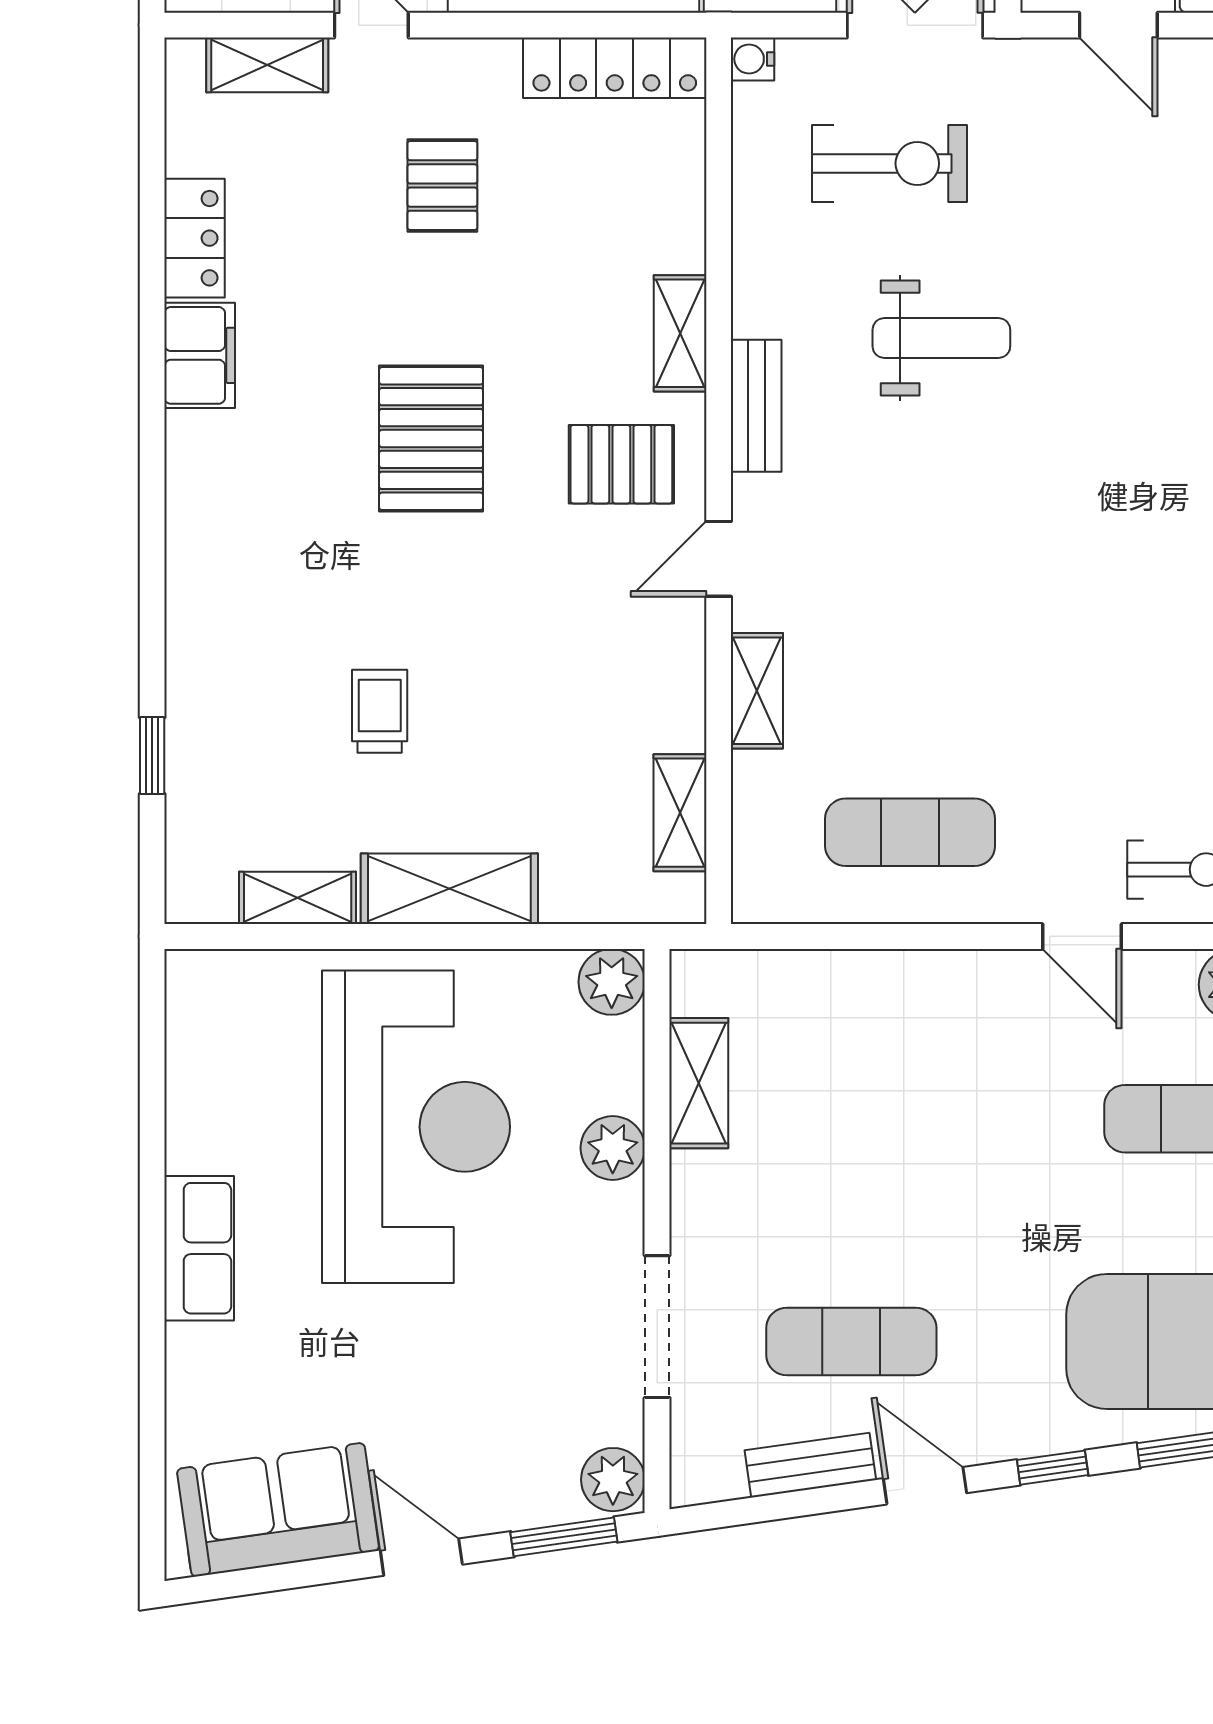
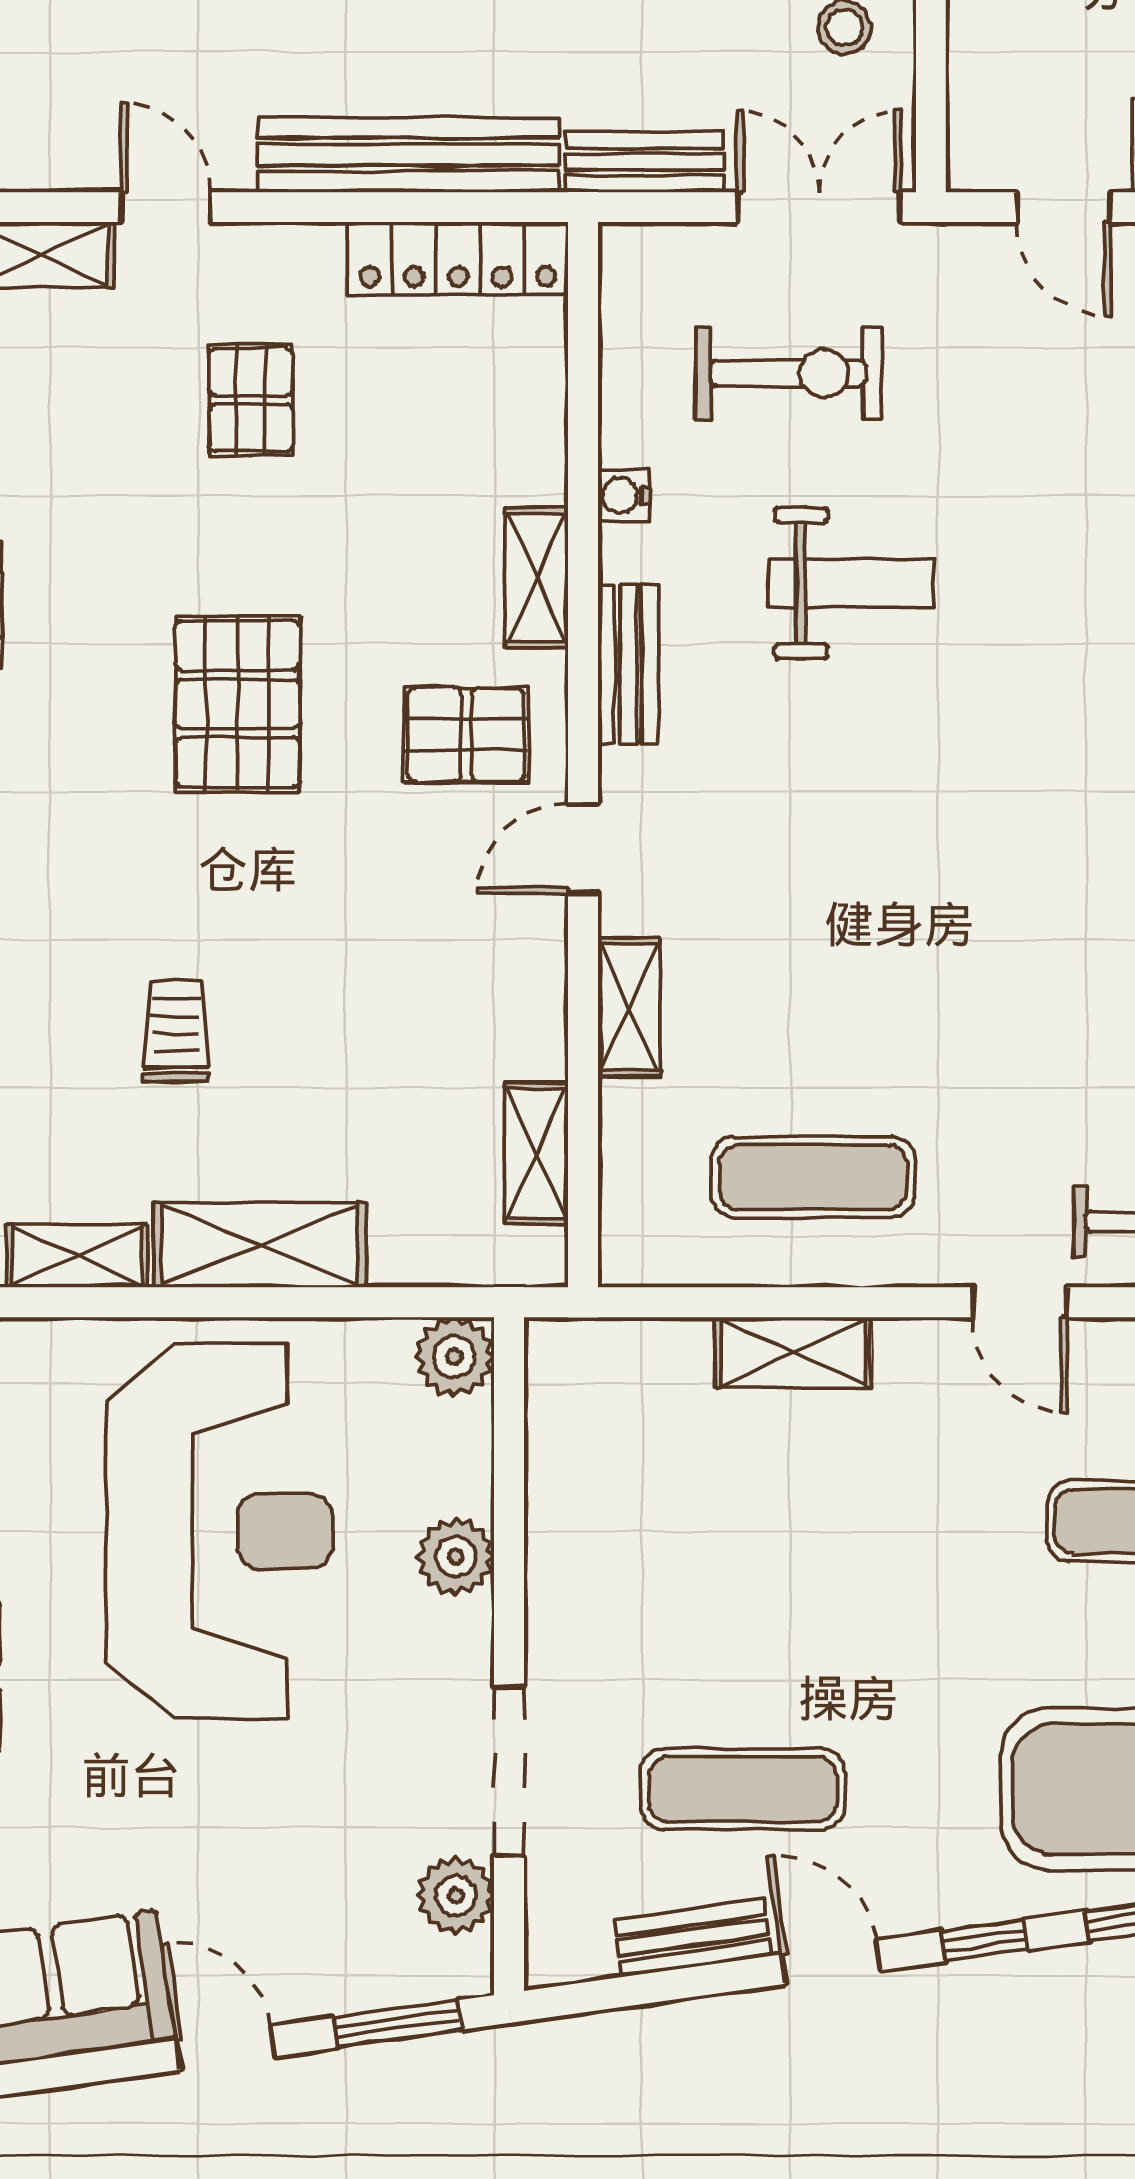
water cooler: (753, 59) -> (624, 495), moved
shelving: (699, 1083) -> (793, 1352), moved, turned 90
plant: (613, 1480) -> (456, 1896), moved

